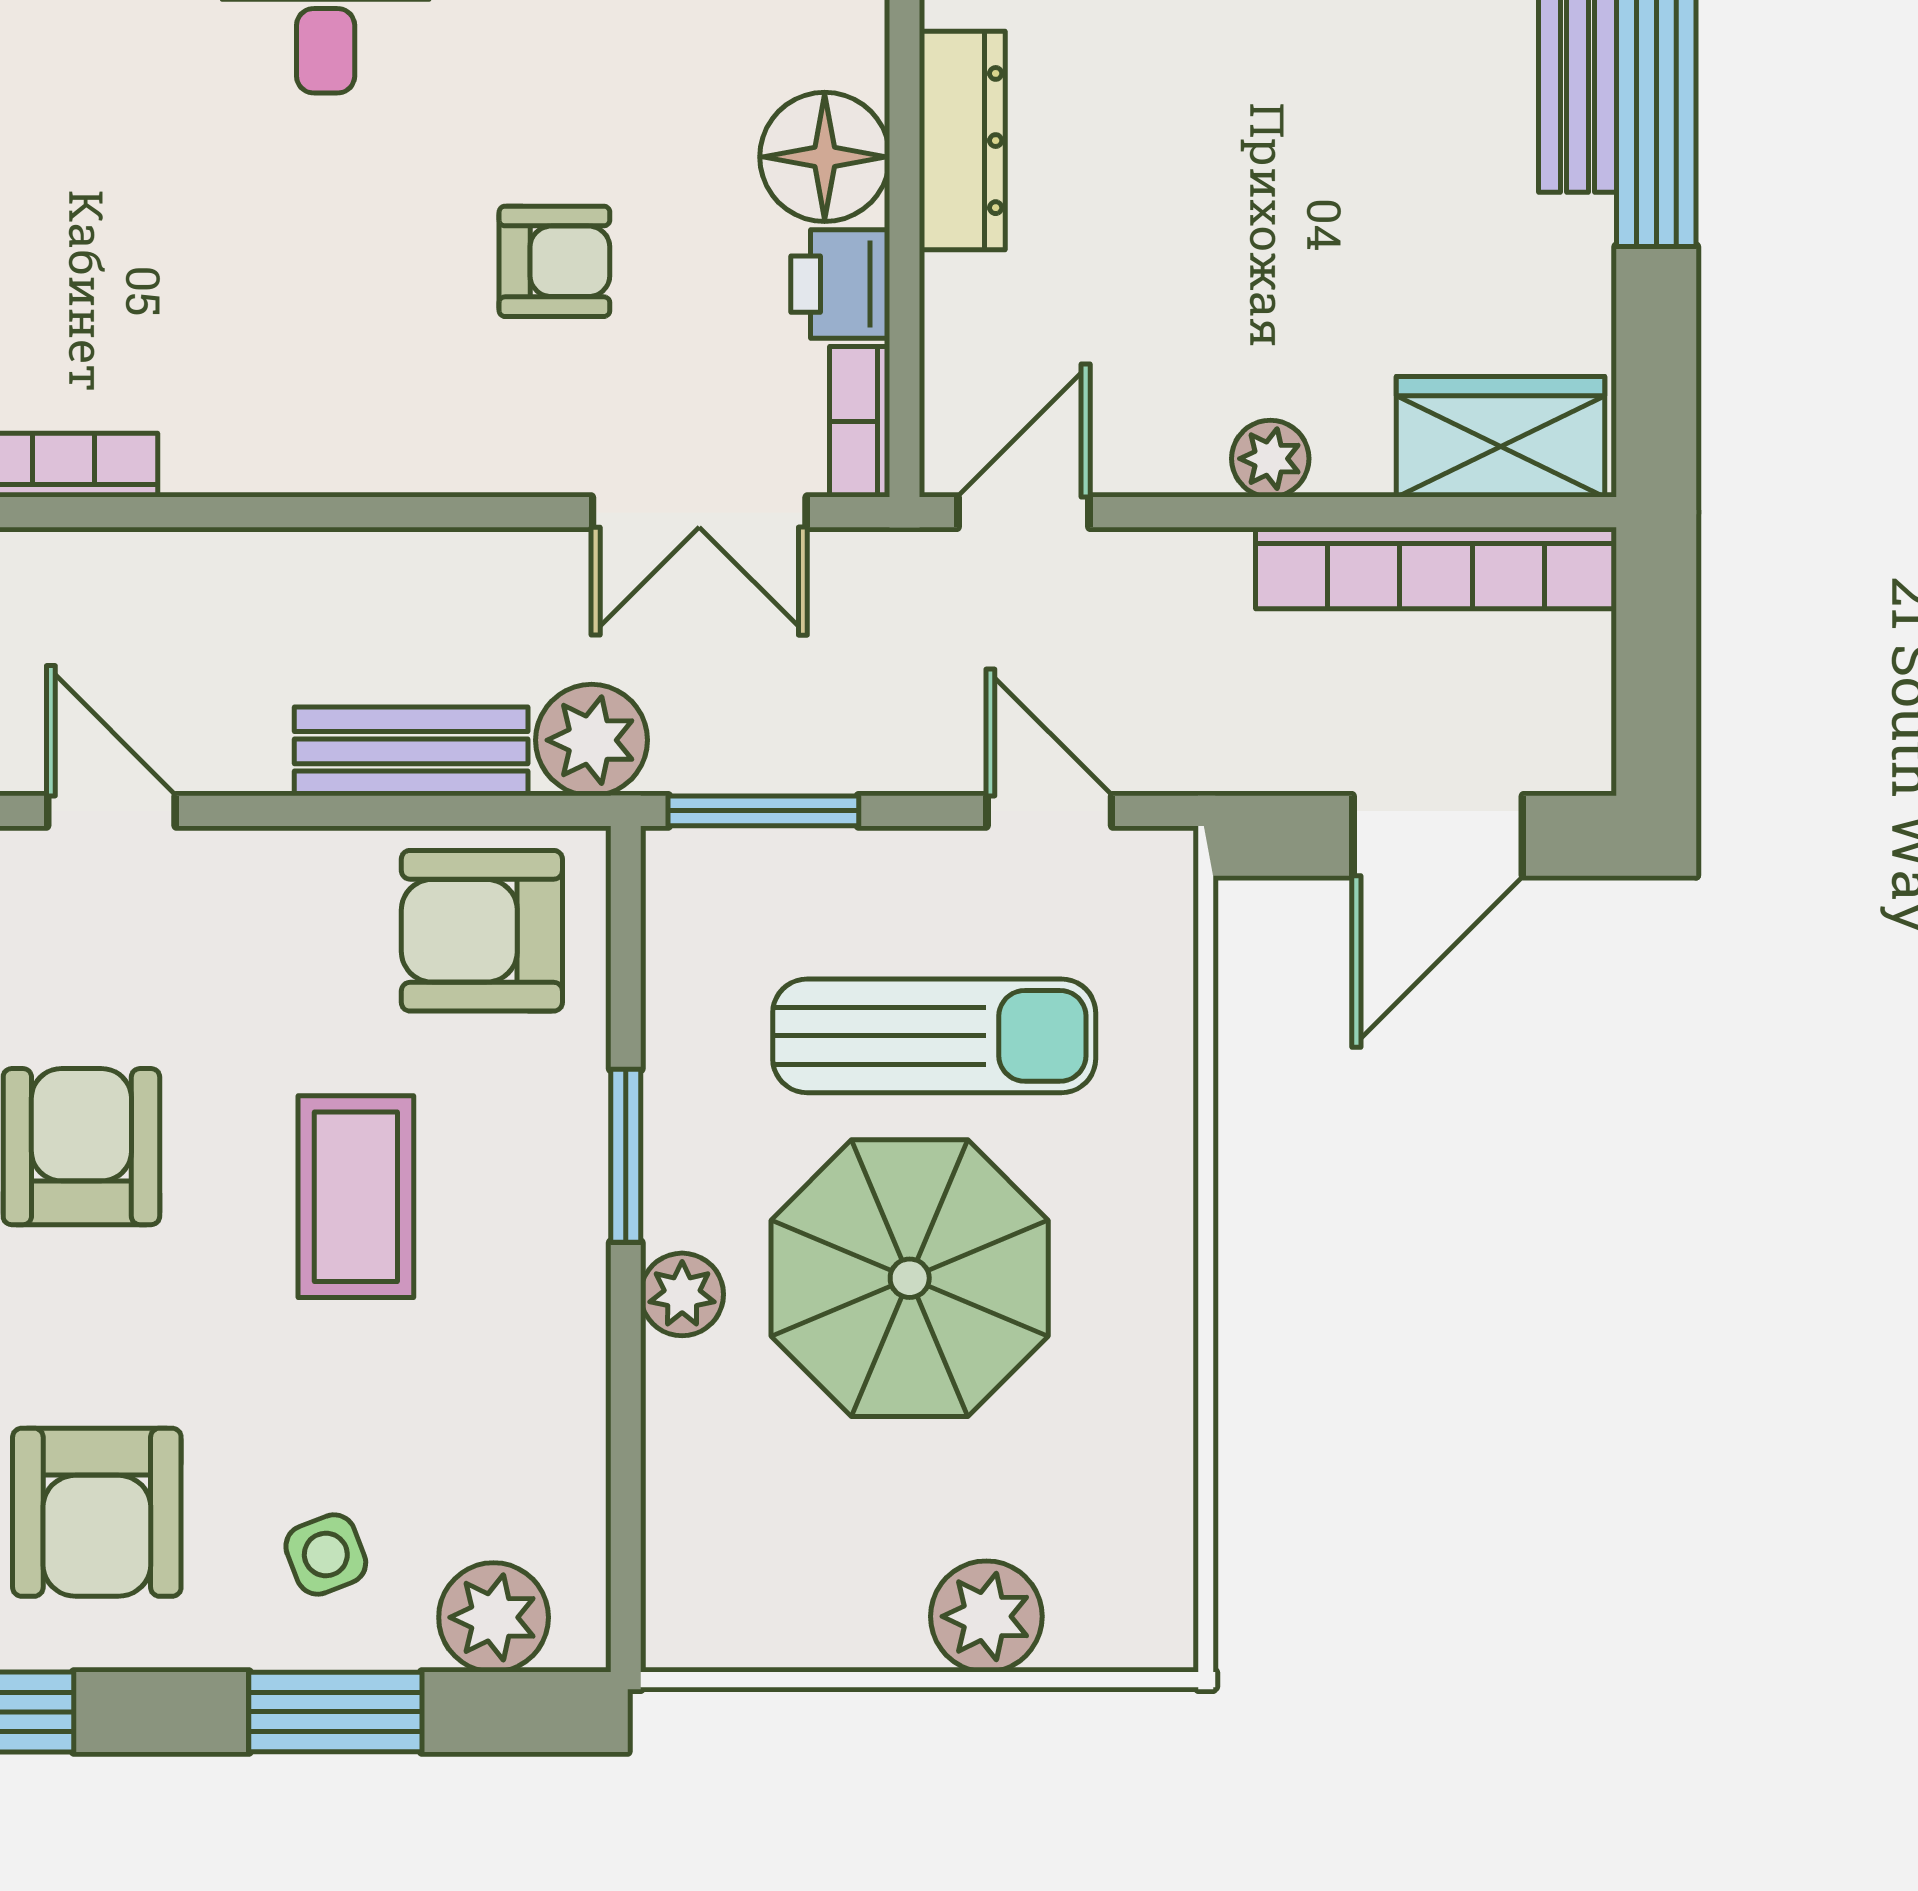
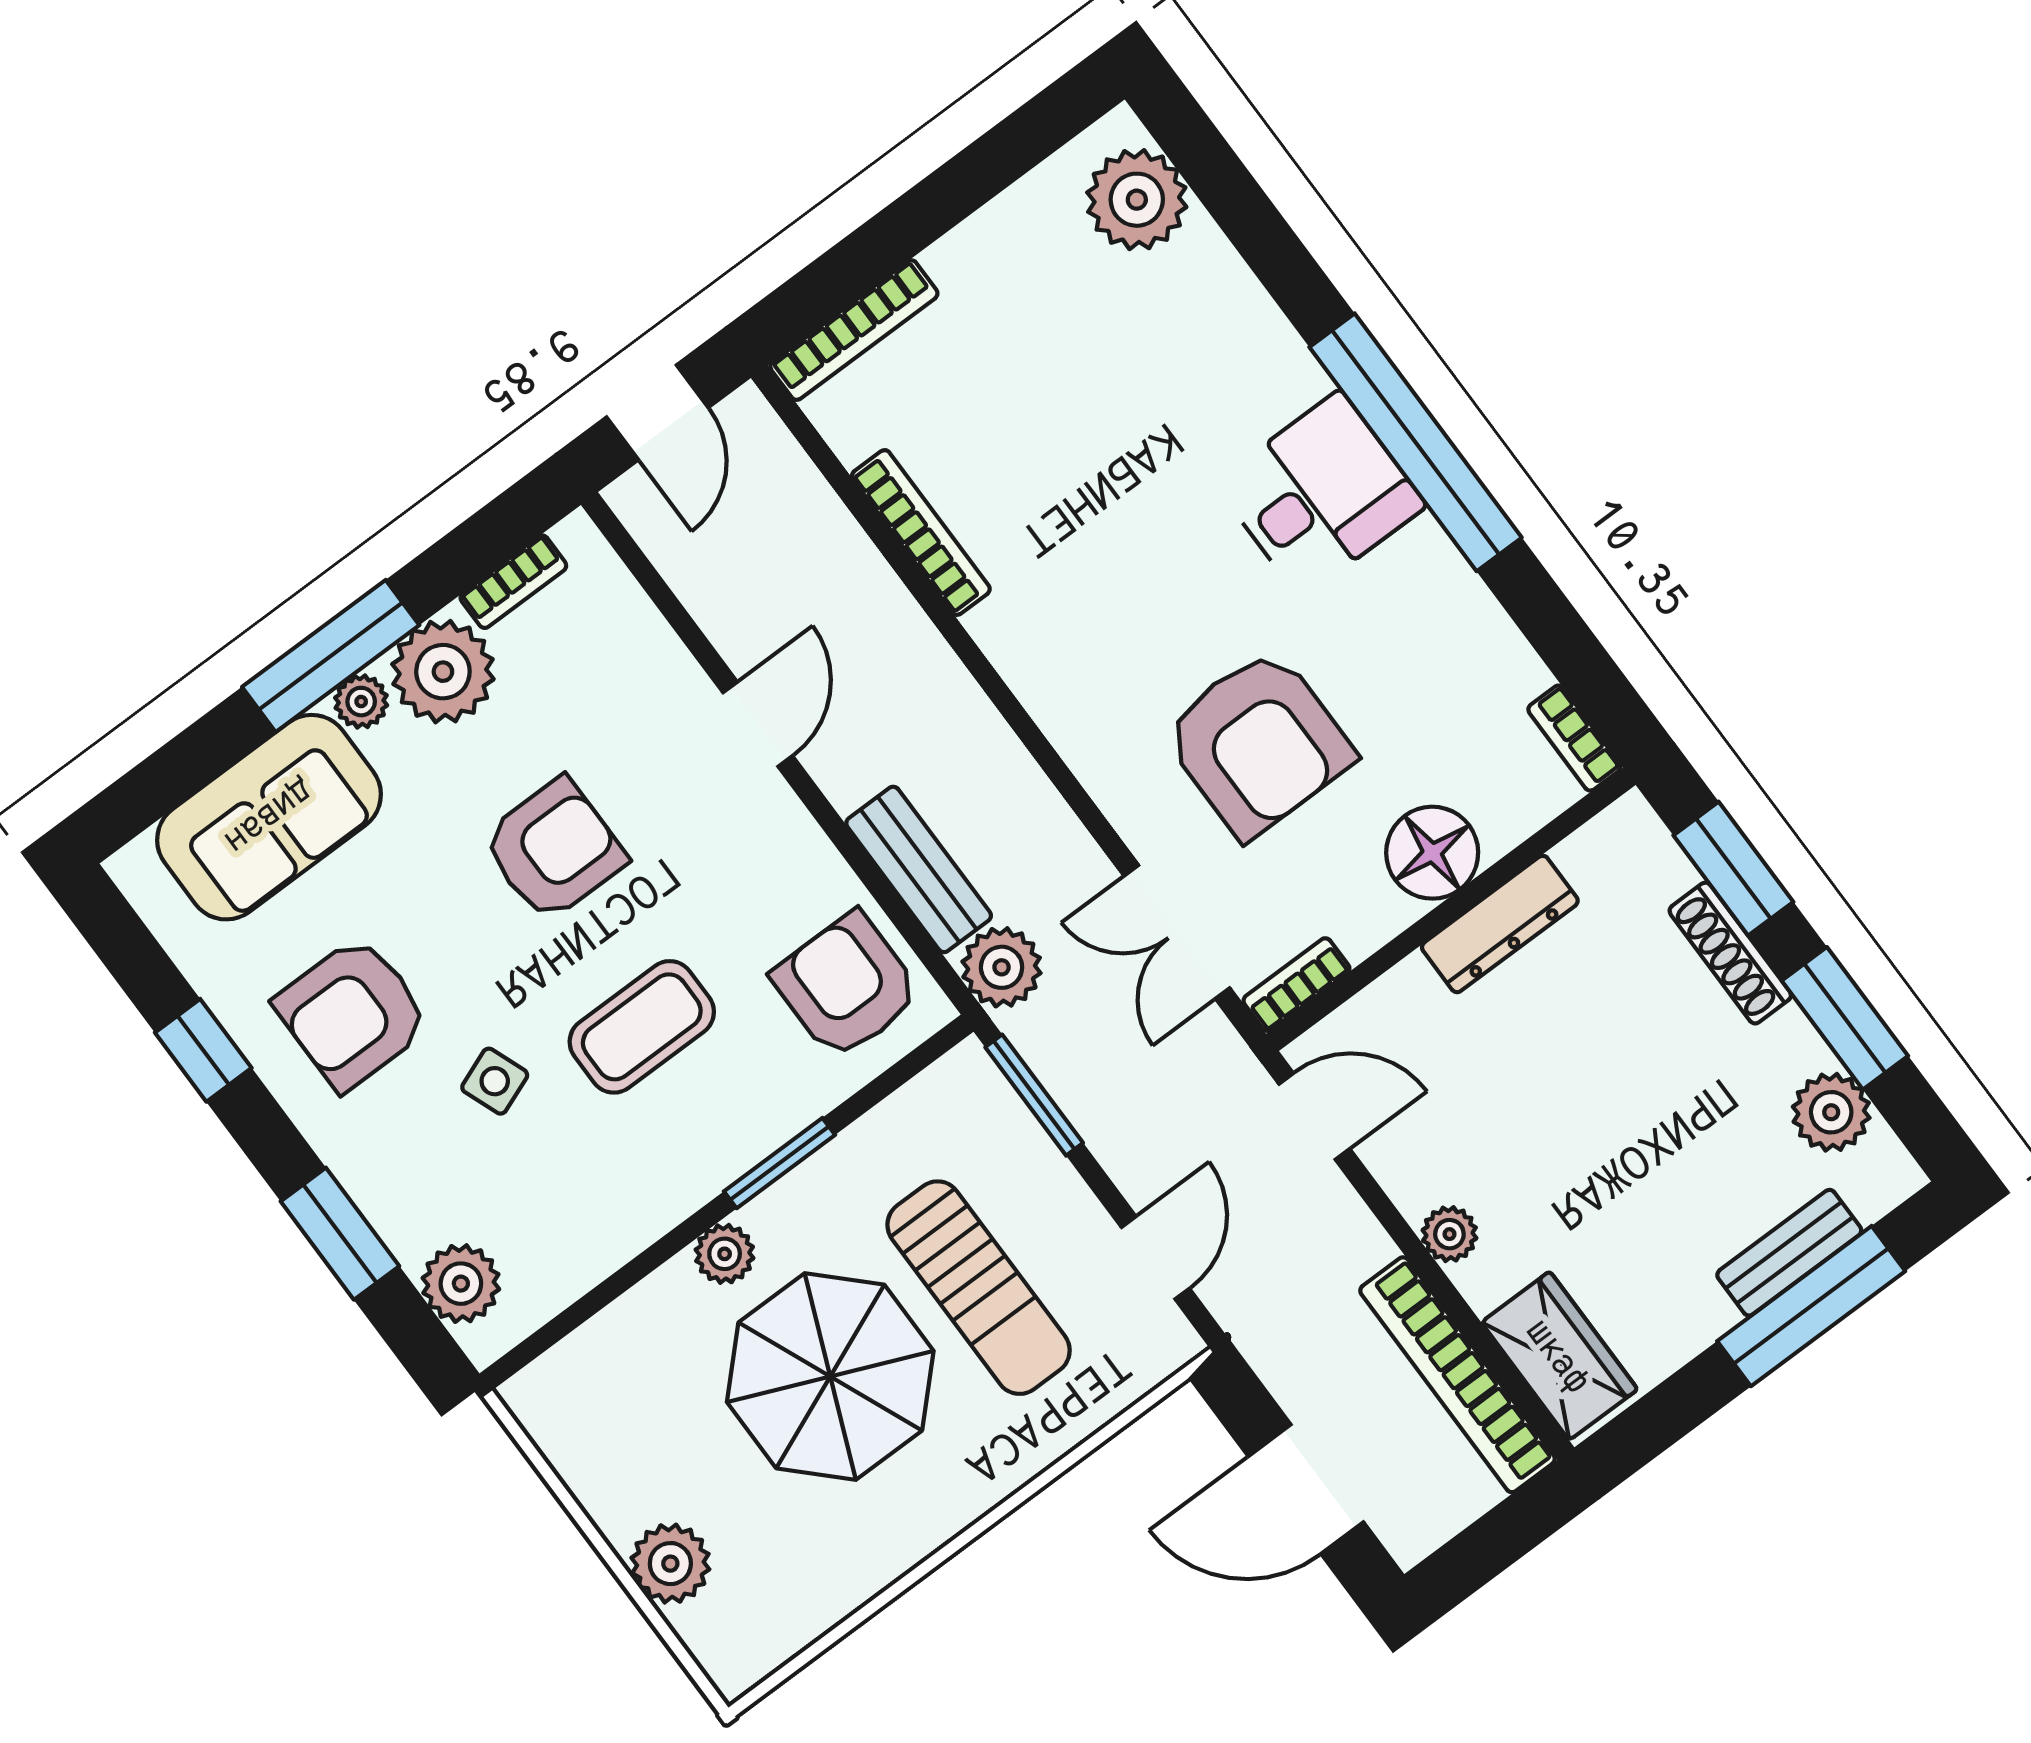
armchair: (554, 261) -> (1258, 743), width x1.88, depth x1.88
printer: (840, 284) -> (1366, 915), removed
side table: (326, 1554) -> (495, 1081), moved

